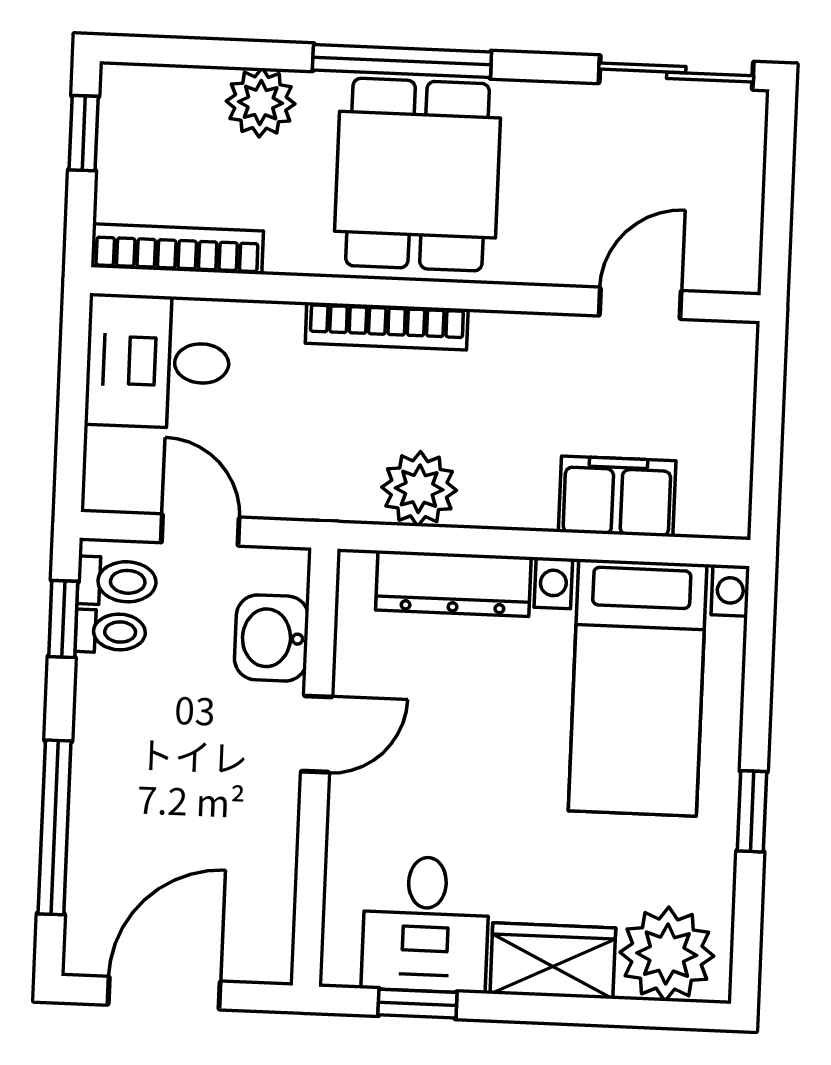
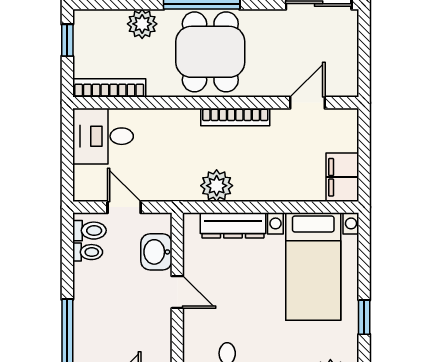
bookcase: (387, 326) -> (235, 117), moved
filing cabinet: (617, 496) -> (342, 177), moved, turned -90
window: (63, 619) -> (67, 248), removed
door: (317, 734) -> (177, 292), hinge flipped

